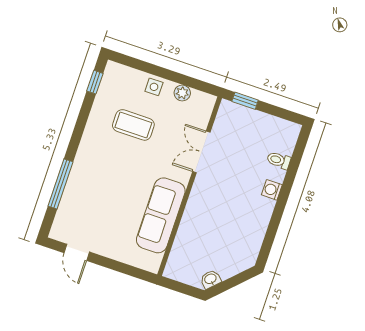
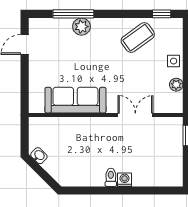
coffee table: (133, 125) -> (138, 38), moved, turned 54
toilet: (279, 160) -> (111, 177), moved
plant: (78, 180) -> (82, 27), added

